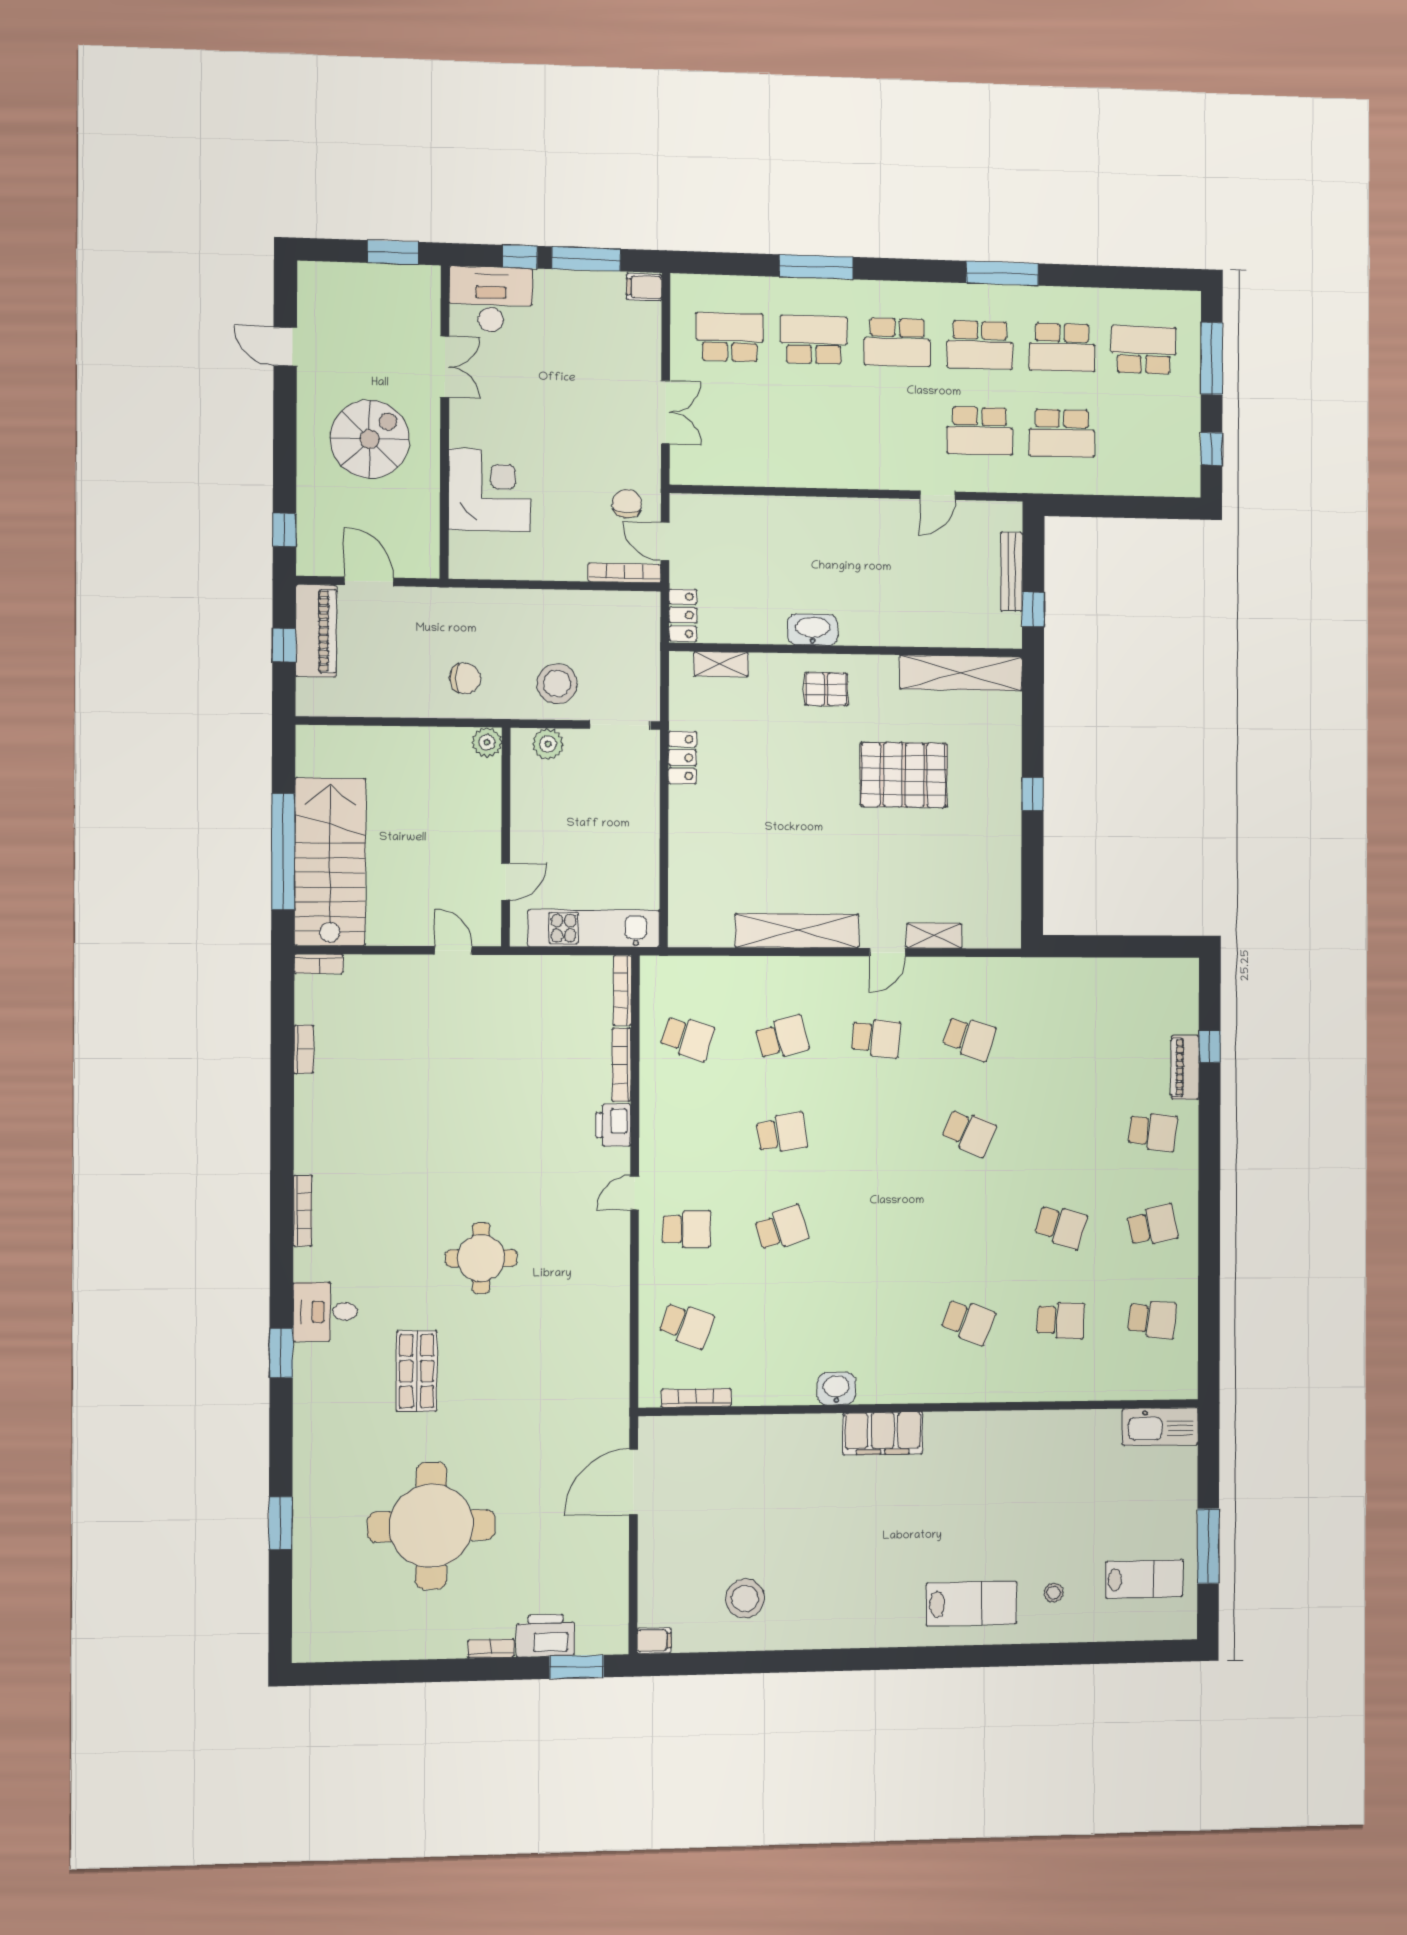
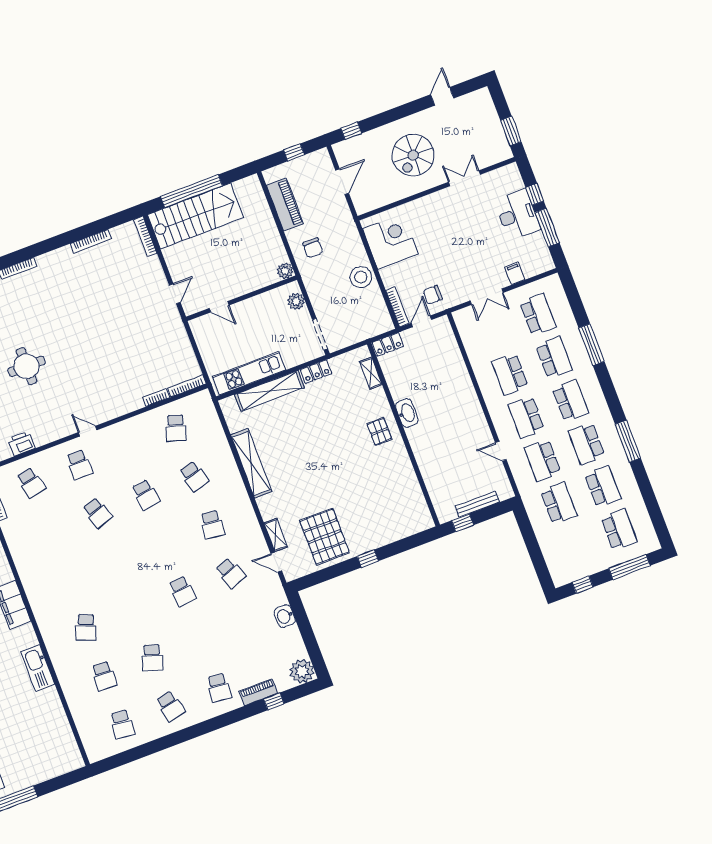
filing cabinet: (644, 287) -> (515, 273), moved
desk: (491, 300) -> (517, 215), moved
school desk: (897, 342) -> (570, 401), turned 180
school desk: (1062, 347) -> (603, 487), turned 180
double door: (445, 367) -> (464, 178), swing flipped
school desk: (813, 426) -> (510, 374), added
school desk: (897, 429) -> (526, 417), added
school desk: (1062, 433) -> (559, 503), turned 180
spiral stairs: (370, 439) -> (413, 155), turned 90
corner desk: (489, 490) -> (390, 241), moved, turned -90
chair: (627, 504) -> (433, 295), turned 180
piano: (316, 631) -> (285, 204), moved, turned -90
shelving: (961, 673) -> (270, 391), moved, turned 90
stool: (557, 684) -> (361, 277), moved
pallet: (904, 775) -> (325, 537), moved
kitchen unit: (594, 928) -> (249, 373), moved, turned -90
door: (888, 952) -> (276, 562), moved
bookcase: (319, 964) -> (145, 237), width x1.56
plant: (1178, 980) -> (302, 671), added
school desk: (969, 1038) -> (231, 573), turned -39
bookcase: (304, 1049) -> (91, 241), width x1.56
bookcase: (621, 1065) -> (156, 397), width x0.64
printer: (613, 1125) -> (21, 444), moved
school desk: (969, 1132) -> (182, 591), turned -30
school desk: (686, 1325) -> (31, 483), turned -33
washbasin: (836, 1388) -> (285, 616), moved, turned 180
kitchen sink: (1160, 1427) -> (38, 668), moved

